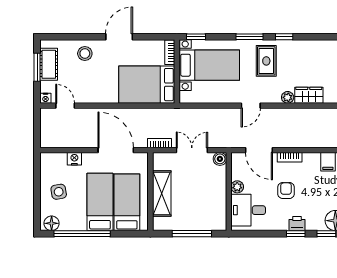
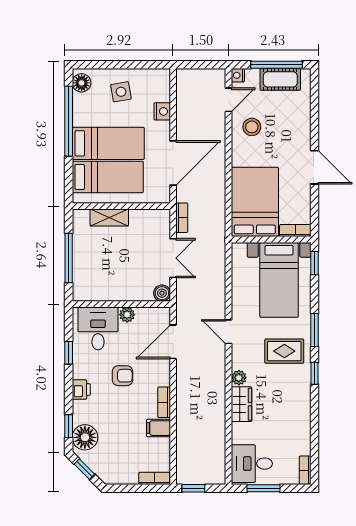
stool: (85, 54) -> (252, 127), moved
window: (37, 67) -> (276, 65), width x1.44
bookcase: (290, 157) -> (164, 402), moved
shelving: (162, 193) -> (109, 218), width x0.67, depth x0.75
window: (296, 234) -> (69, 353), moved

